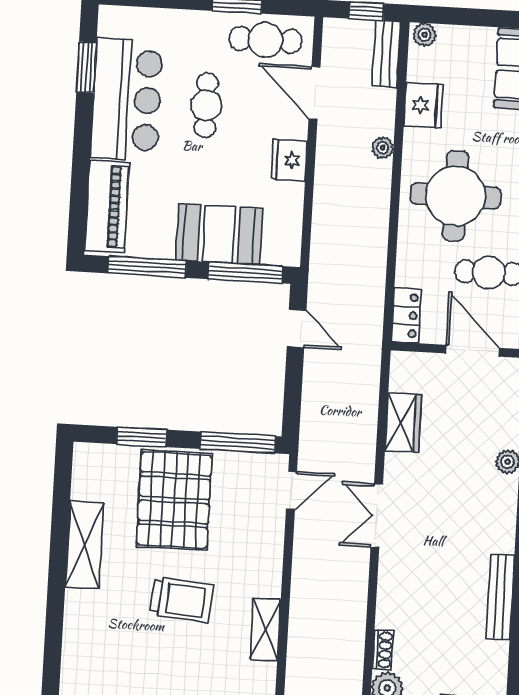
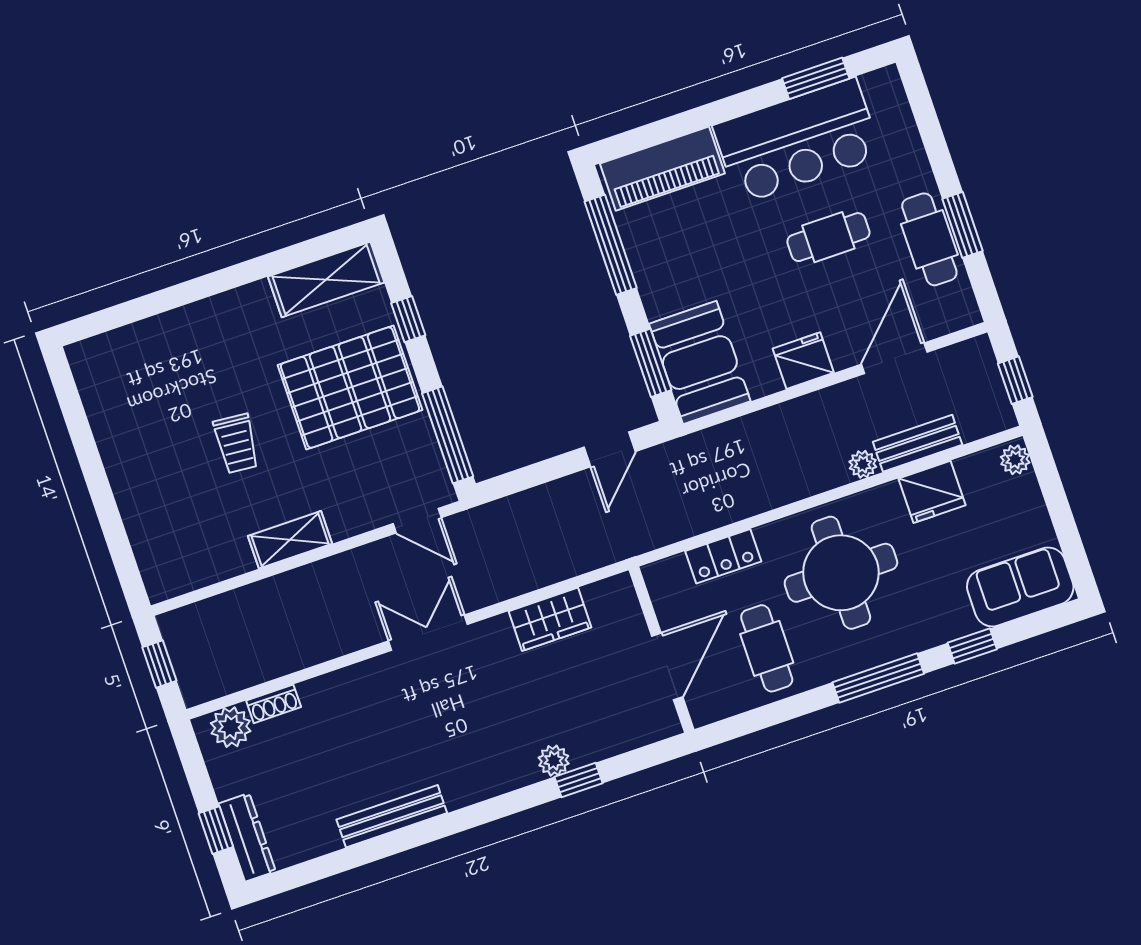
cafe table: (265, 40) -> (929, 239), moved
bench: (386, 54) -> (918, 443), moved
booth: (219, 234) -> (700, 363), moved
window: (245, 273) -> (651, 363), width x0.69
locker: (406, 315) -> (723, 556), moved
window: (141, 437) -> (408, 319), width x0.67
shelving: (85, 545) -> (326, 280), moved
trolley: (181, 600) -> (236, 444), width x0.73, depth x0.72
shelving: (265, 629) -> (290, 540), moved

